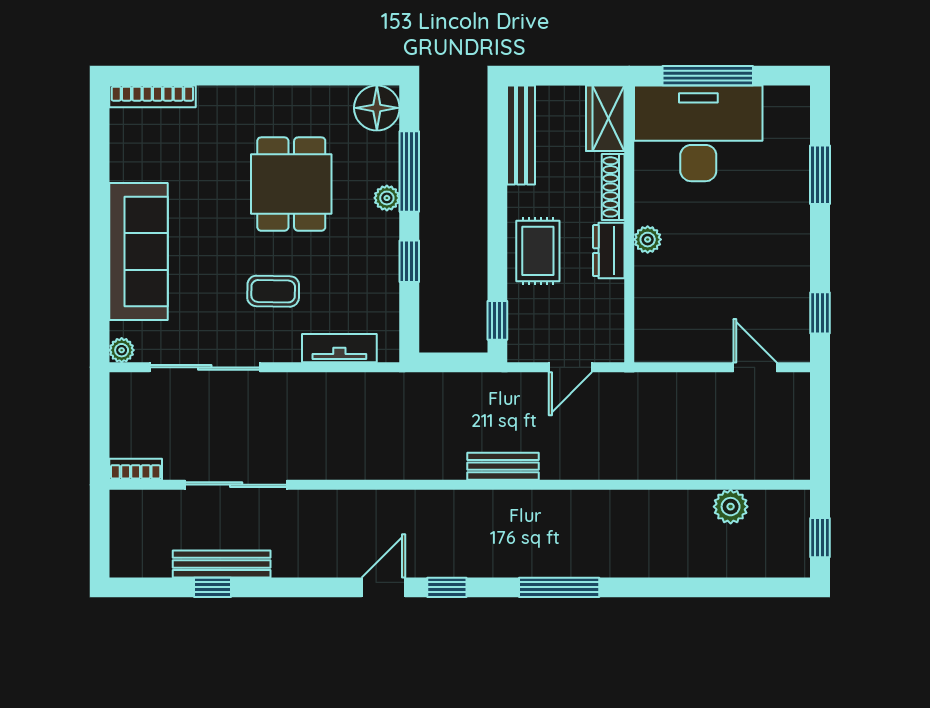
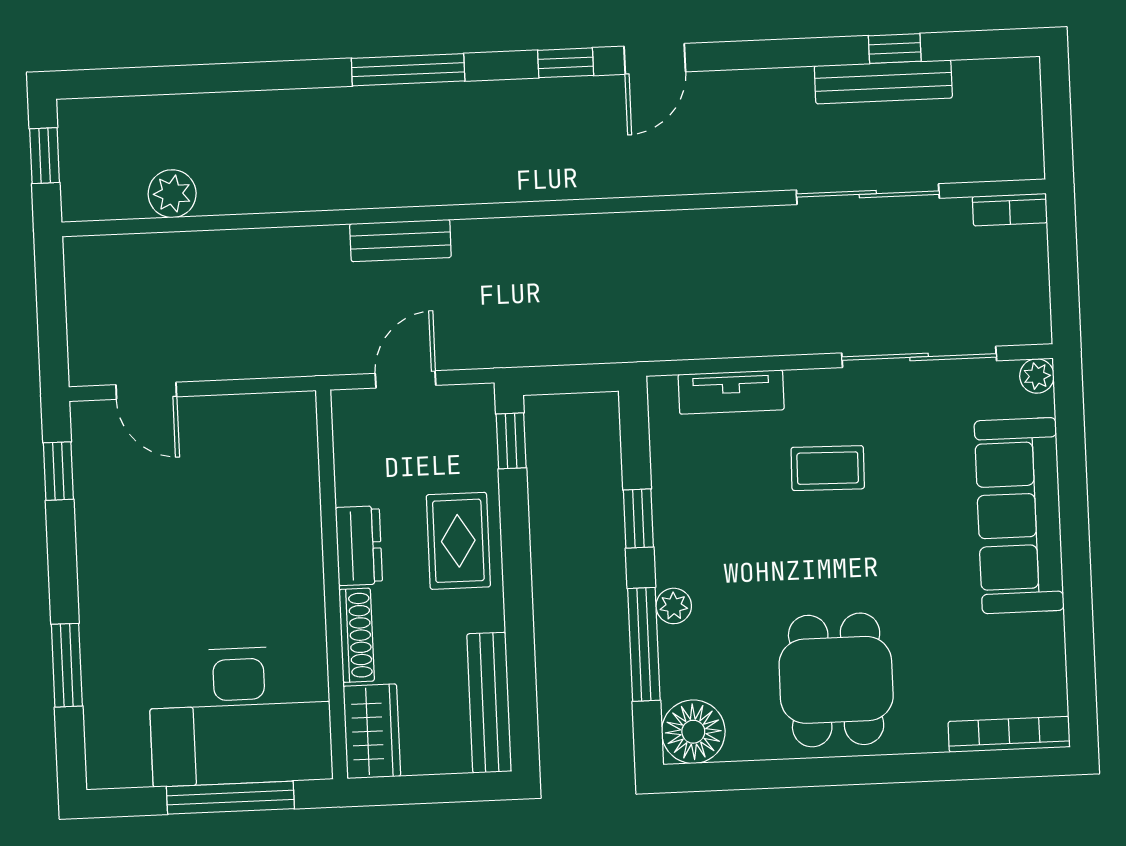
dining table: (291, 184) -> (836, 680), moved
plant: (648, 240) -> (305, 564), removed
bench: (503, 466) -> (400, 241), moved

